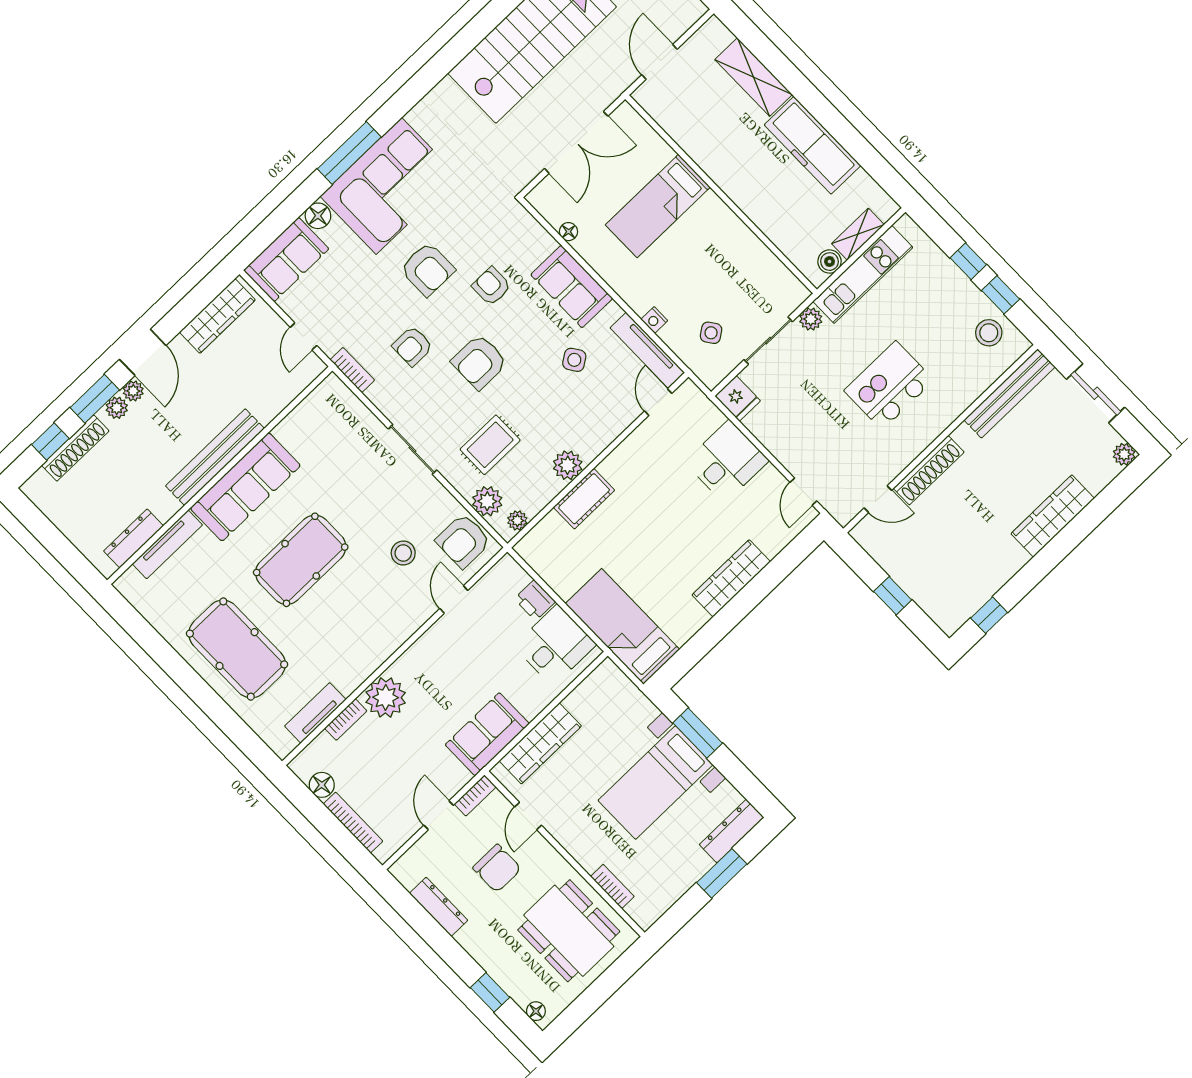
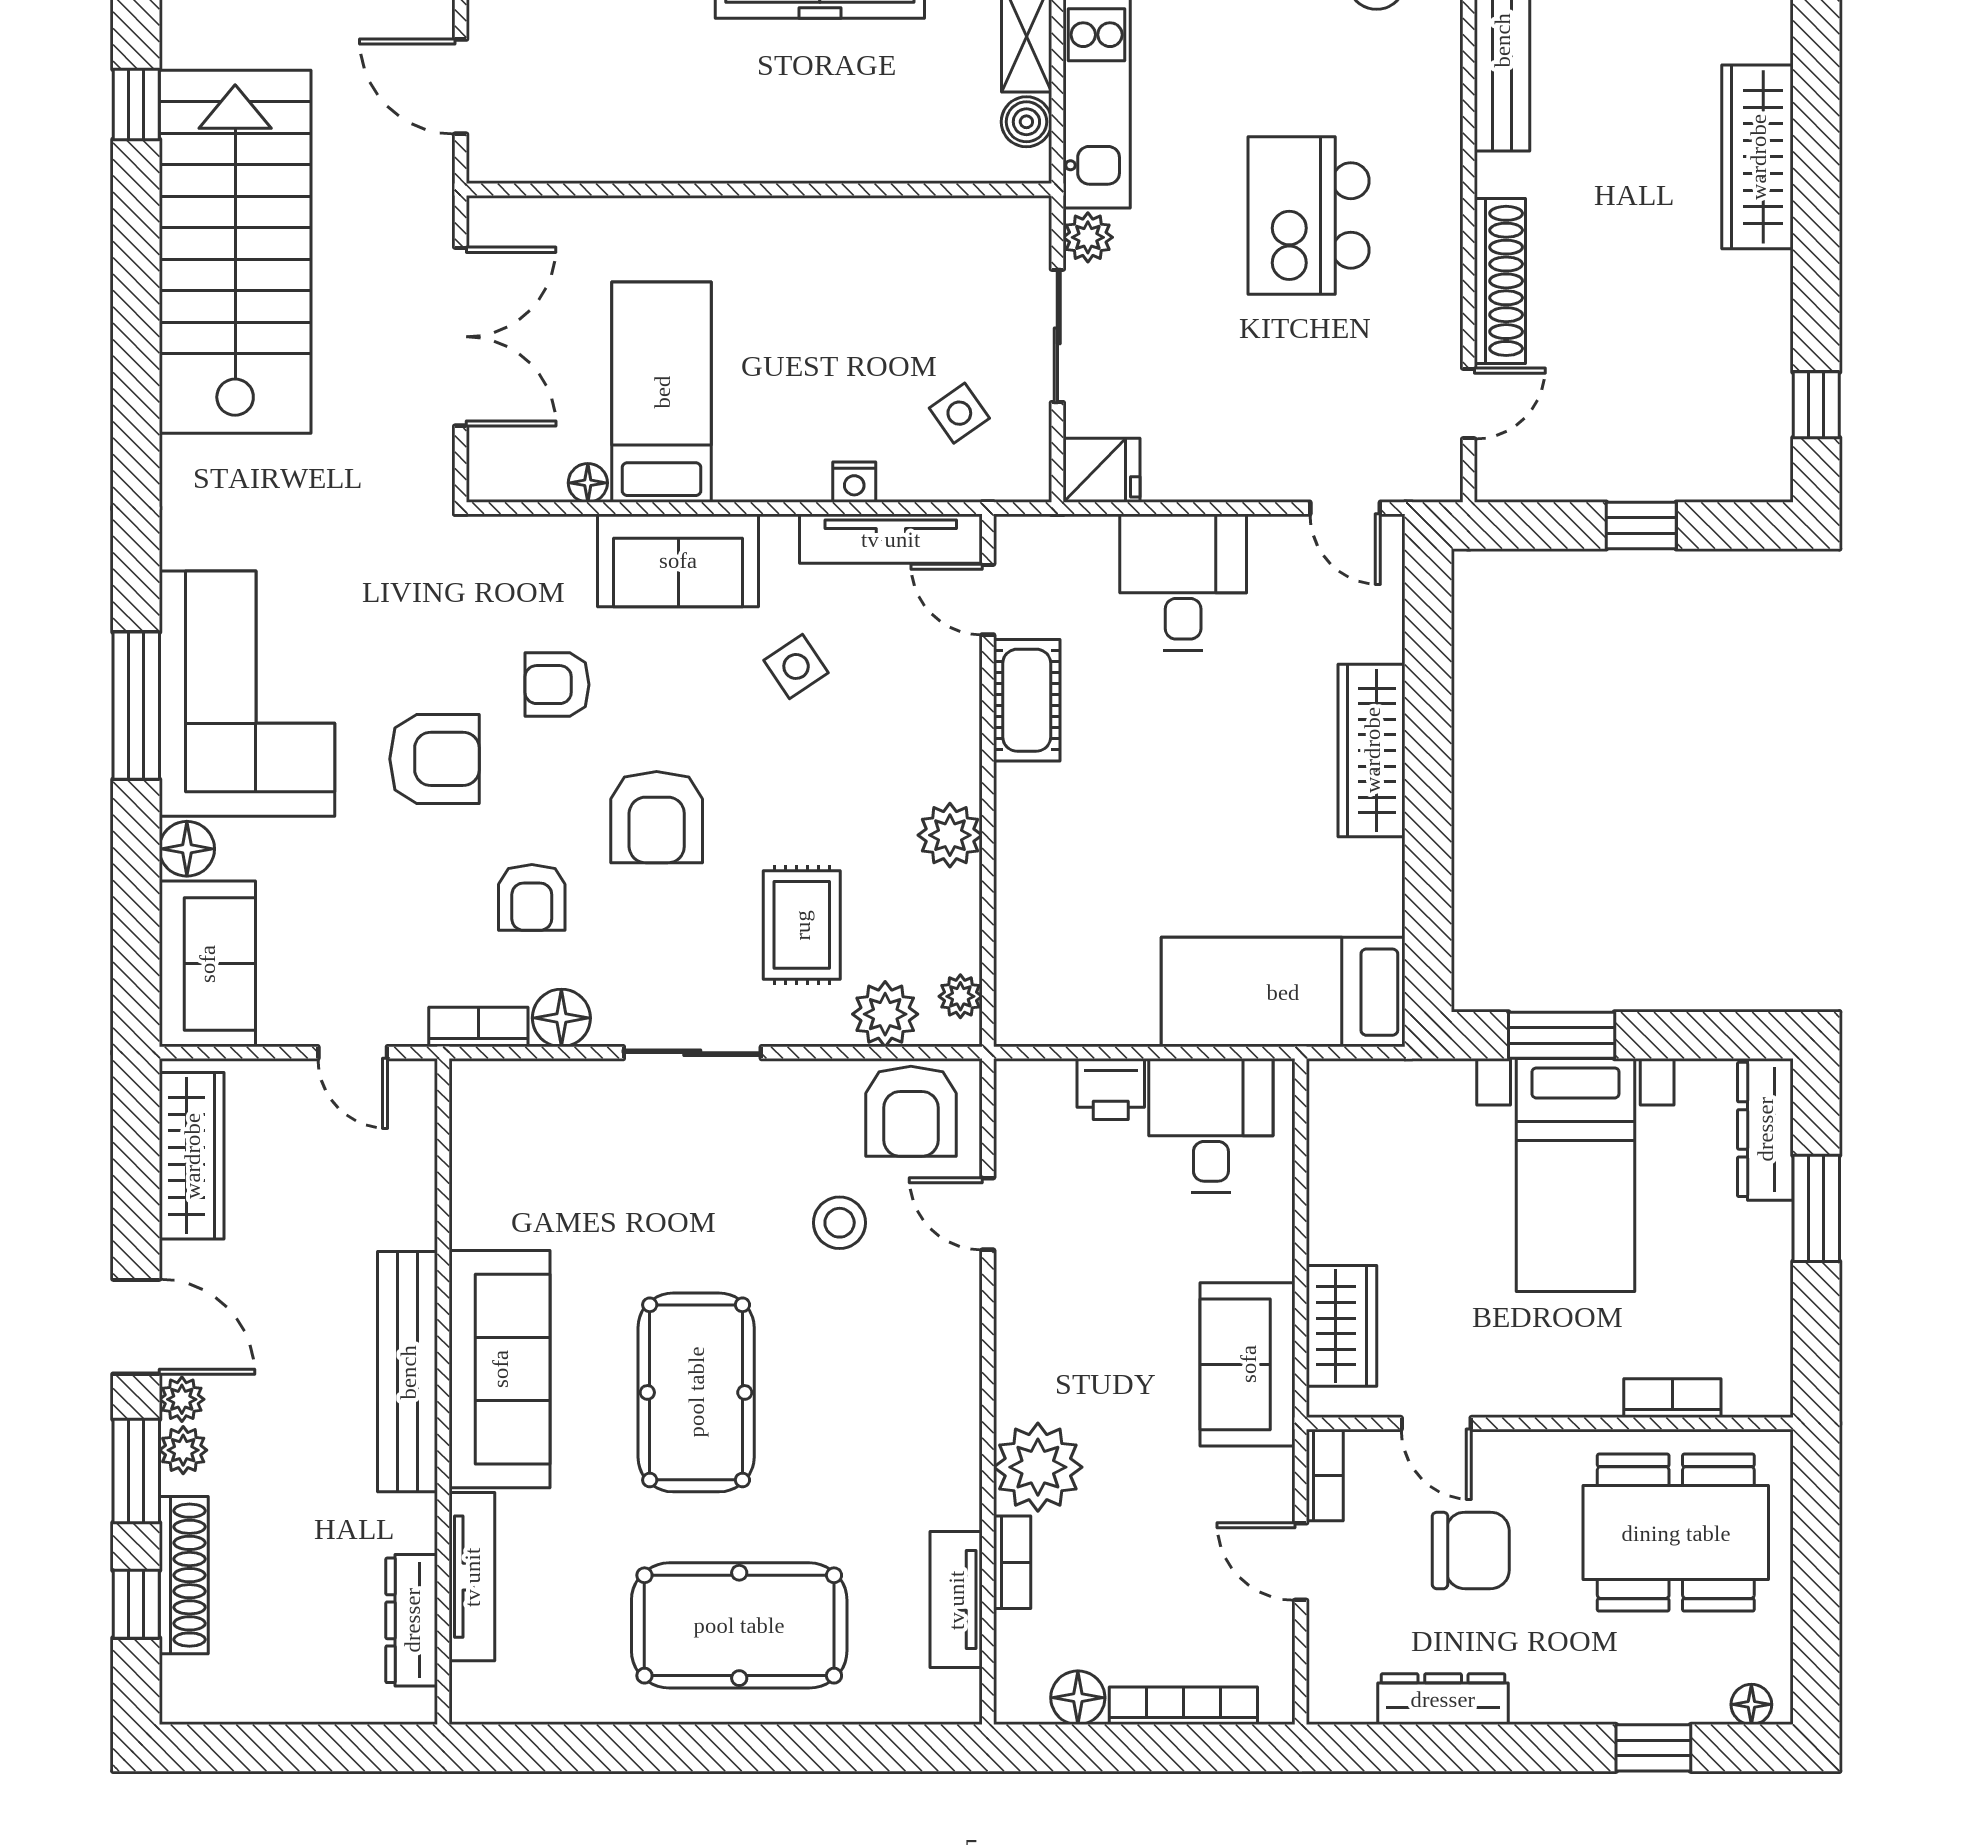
bed: (658, 206) -> (662, 392), moved, turned 180
floor lamp: (382, 395) -> (561, 1018), added
cot: (584, 499) -> (1027, 700), moved
wardrobe: (540, 743) -> (1342, 1326), width x0.67

